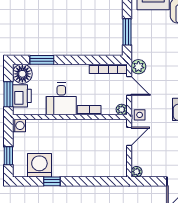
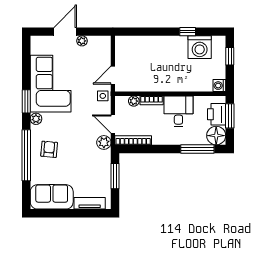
window: (42, 60) -> (197, 149), width x1.44
plant: (122, 110) -> (134, 101), moved
plant: (137, 172) -> (82, 41), moved

